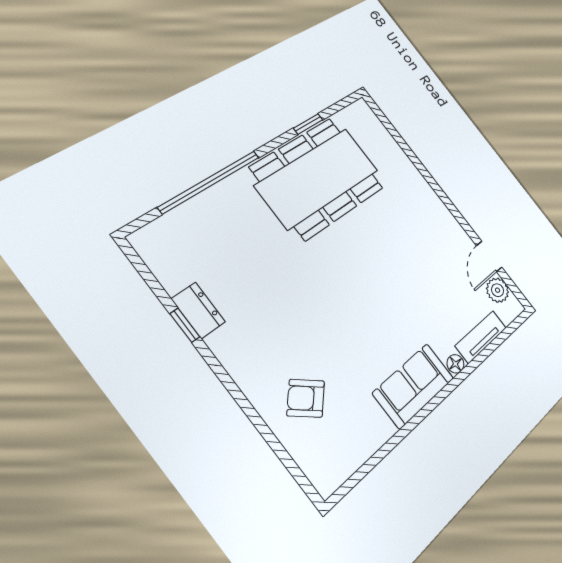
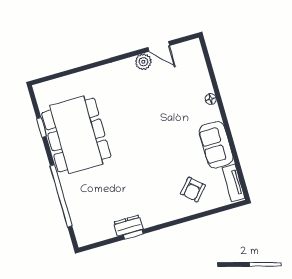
plant: (498, 290) -> (143, 62), moved
tv unit: (481, 337) -> (233, 183), moved
sofa: (414, 386) -> (216, 145), moved

